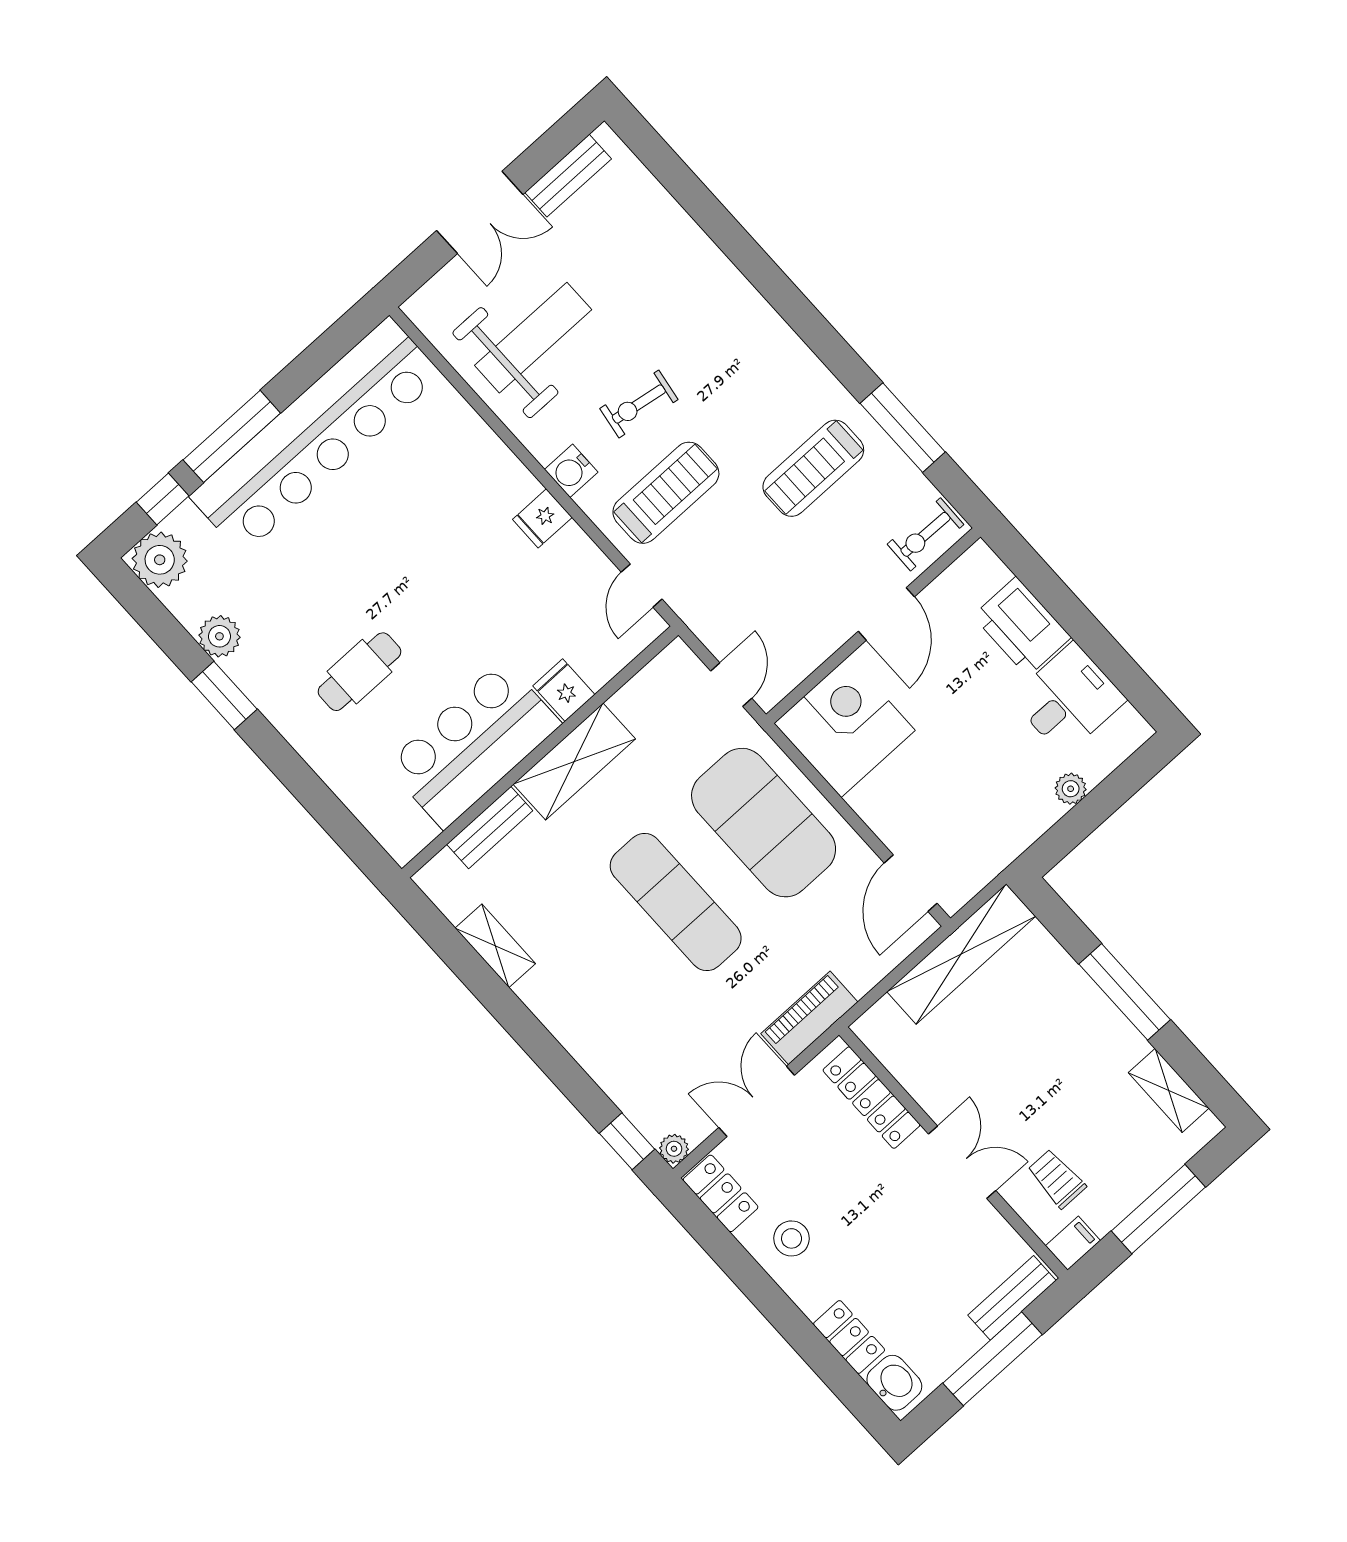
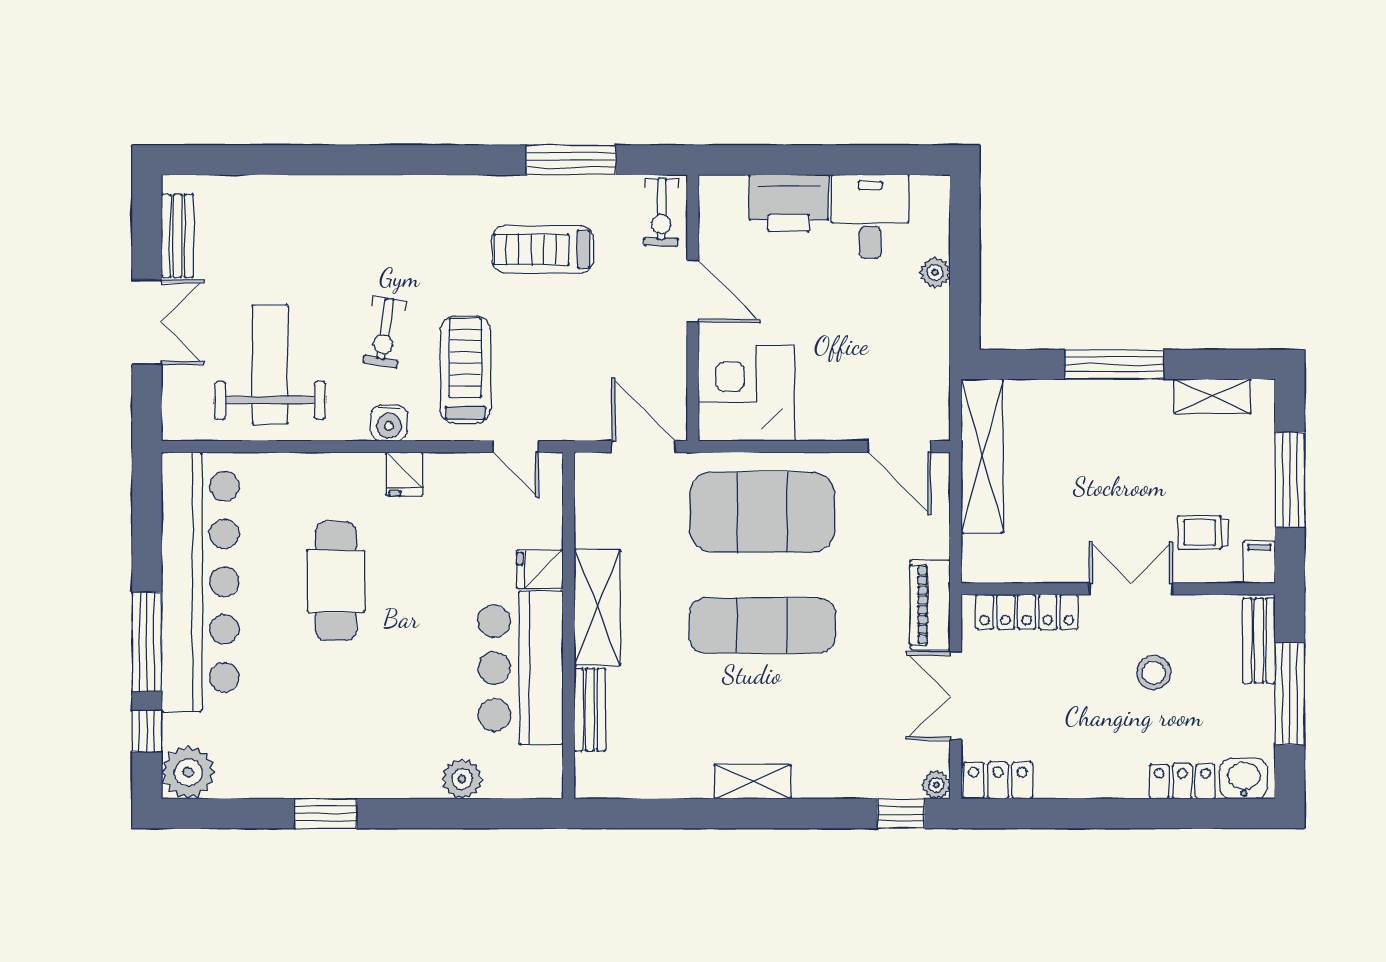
treadmill: (813, 468) -> (543, 249), turned 90
plant: (219, 636) -> (462, 779), moved
cafe table: (359, 672) -> (336, 581), moved, width x1.37, depth x1.35
door: (731, 685) -> (643, 447), width x1.38
shelving: (495, 946) -> (752, 782), moved
stool: (792, 1238) -> (1154, 673), moved

